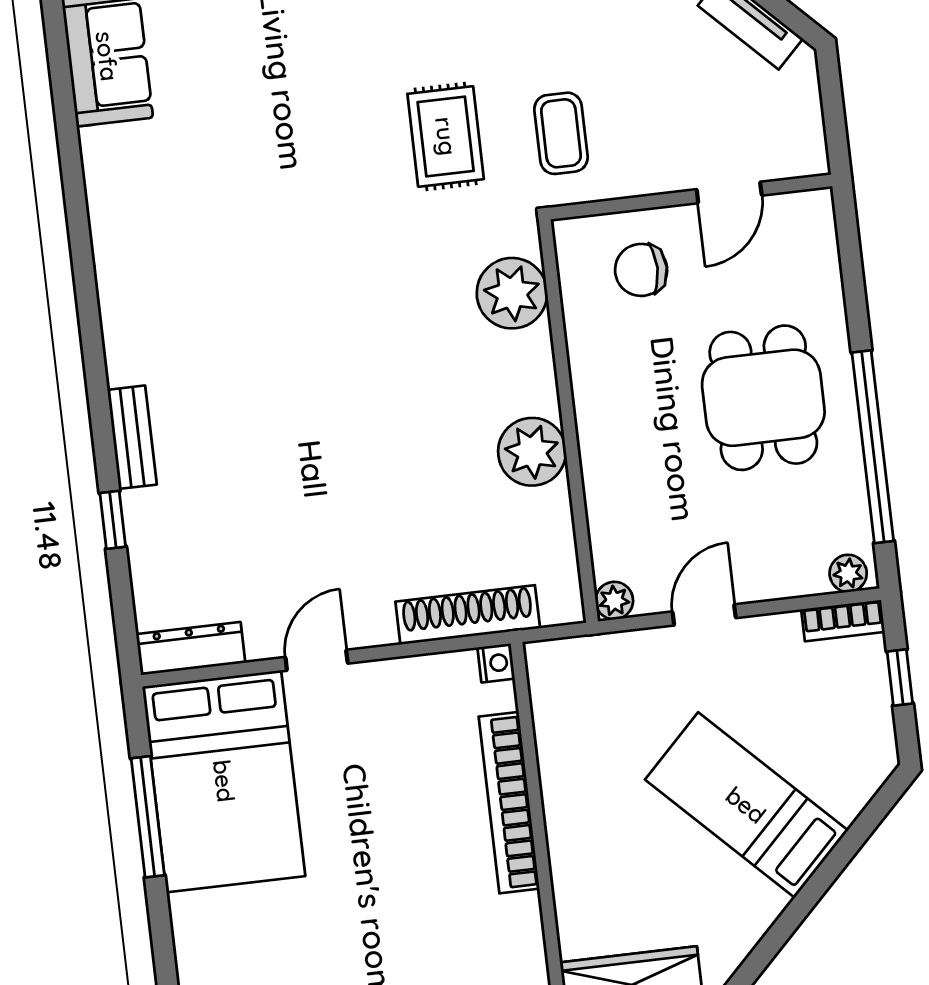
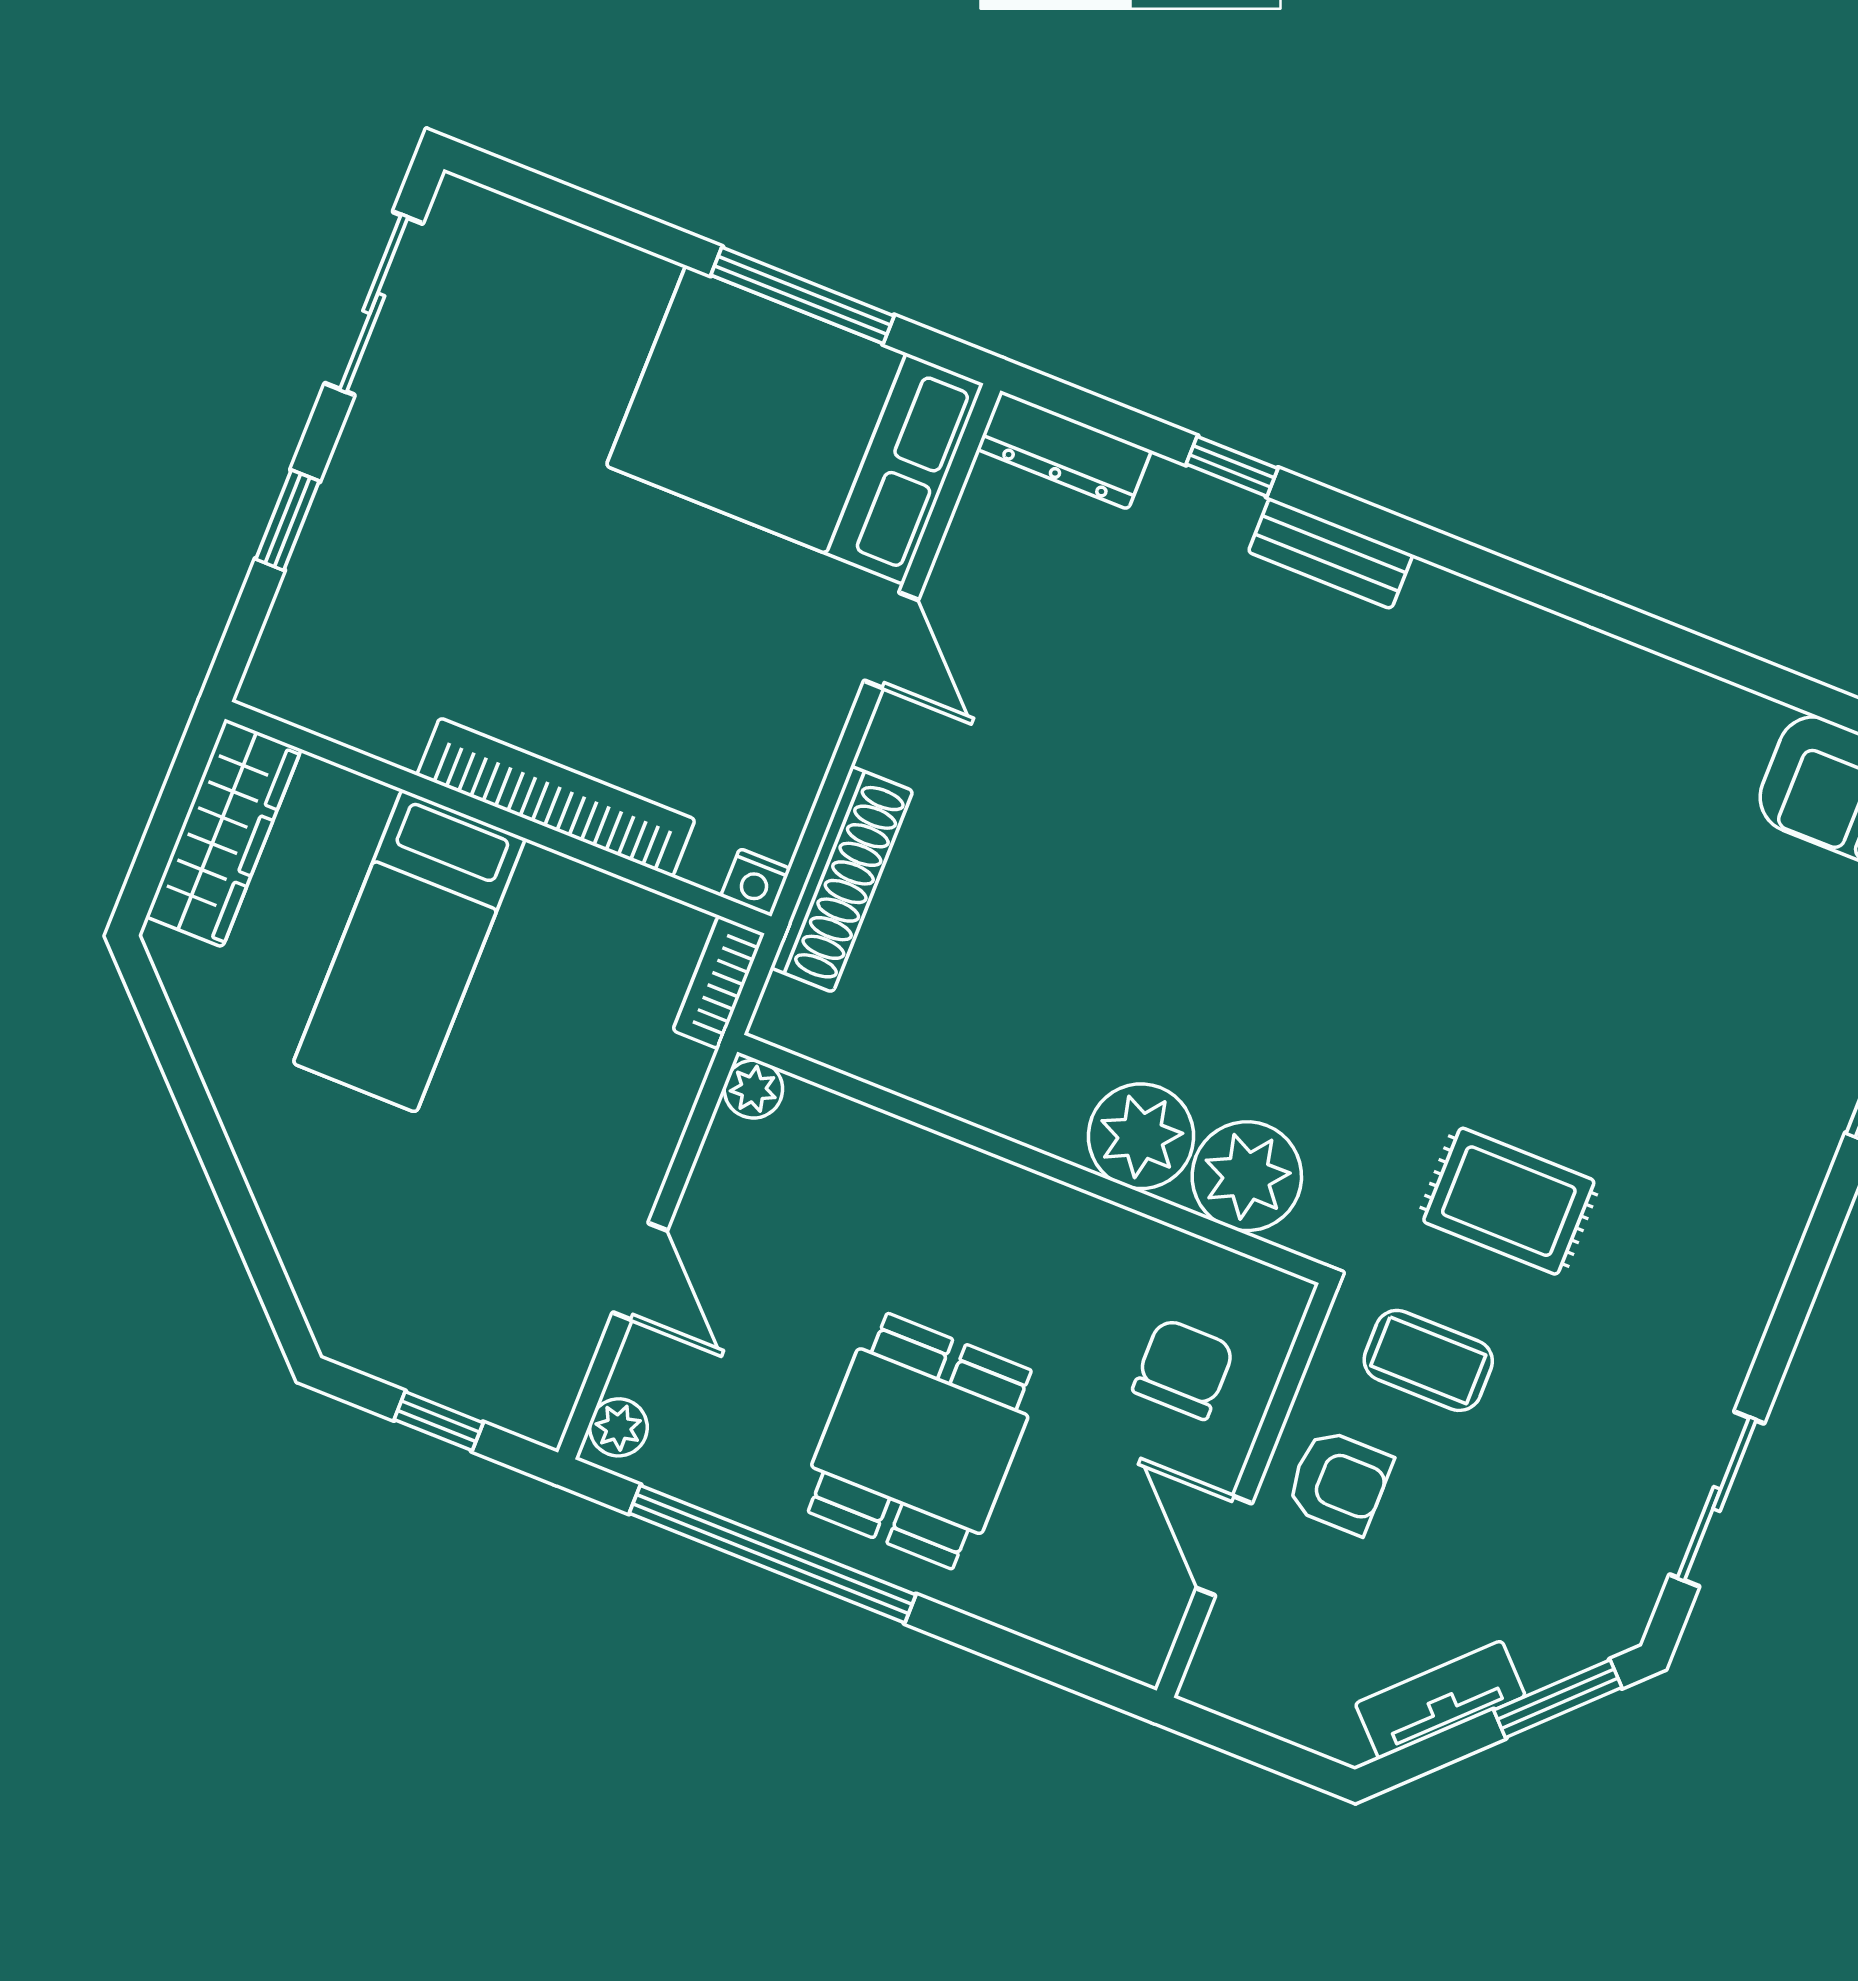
armchair: (657, 147) -> (1339, 1482), added
dining table: (763, 398) -> (920, 1441), turned 90
plant: (532, 452) -> (1141, 1136), moved
door: (704, 615) -> (640, 1271), moved
bookcase: (843, 621) -> (719, 982), moved
dresser: (191, 649) -> (1064, 450), moved, turned 90
bed: (746, 805) -> (409, 951), moved, turned 135

